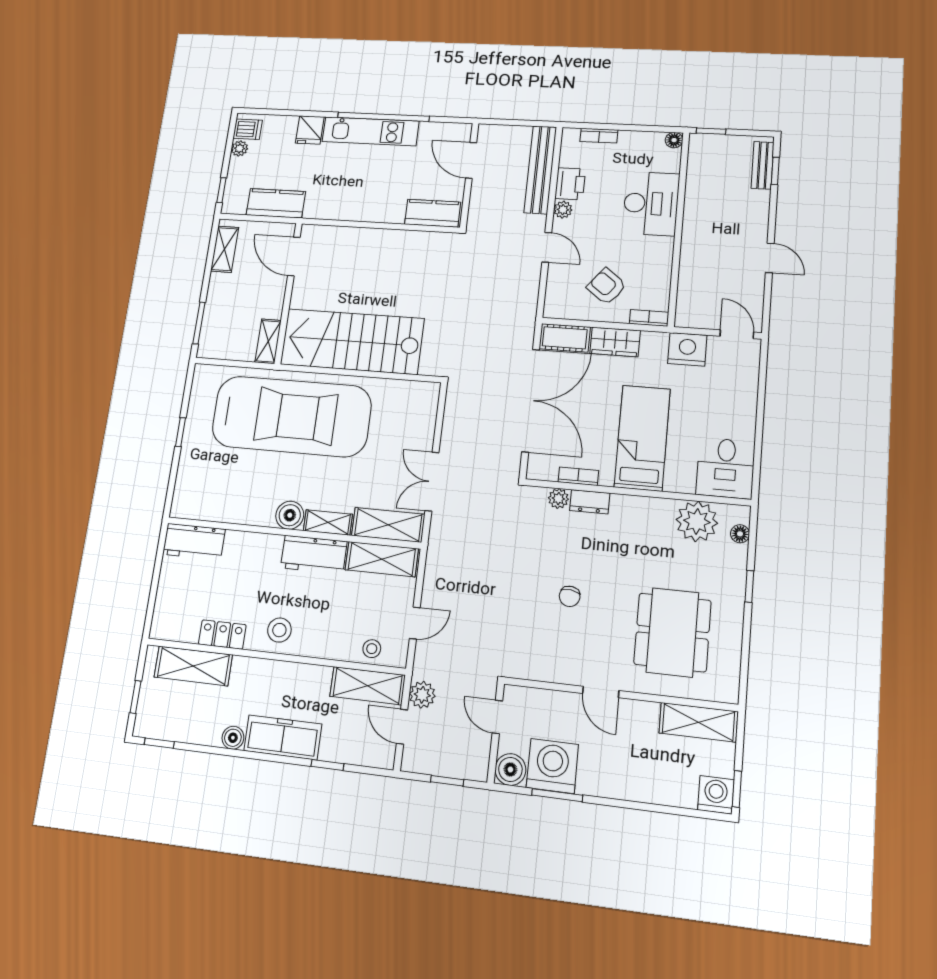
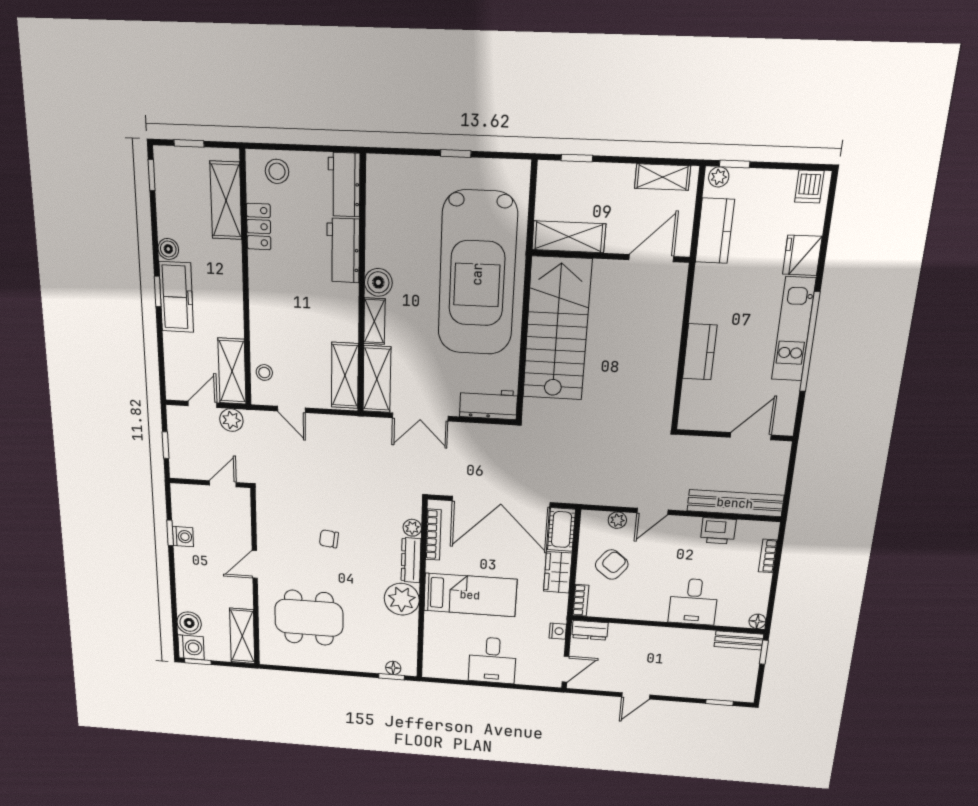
fridge: (310, 130) -> (802, 255), width x1.38
plant: (239, 148) -> (719, 177), moved
bench: (763, 165) -> (739, 640), moved
desk: (651, 203) -> (693, 602), width x0.73
plant: (563, 210) -> (617, 520), moved
kitchen counter: (433, 213) -> (700, 352), moved
dresser: (686, 308) -> (590, 630), added
window: (199, 323) -> (577, 158), width x0.67
shelving: (268, 341) -> (569, 237), width x1.50, depth x1.33
nightstand: (687, 349) -> (558, 631), width x0.53, depth x0.56
workbench: (423, 410) -> (488, 404), added
desk: (725, 468) -> (492, 660), moved, turned -90
bookcase: (578, 476) -> (433, 535), width x1.56
double door: (432, 482) -> (420, 417), swing flipped
dresser: (590, 502) -> (411, 560), width x1.44
plant: (697, 521) -> (402, 599), moved
workbench: (314, 555) -> (343, 250), moved
window: (749, 586) -> (392, 677), moved
stool: (279, 630) -> (277, 171), moved
window: (327, 765) -> (158, 291), moved
washing machine: (552, 766) -> (183, 537), width x0.53, depth x0.53
boiler: (510, 769) -> (189, 623), moved
window: (557, 795) -> (170, 533), width x0.67

